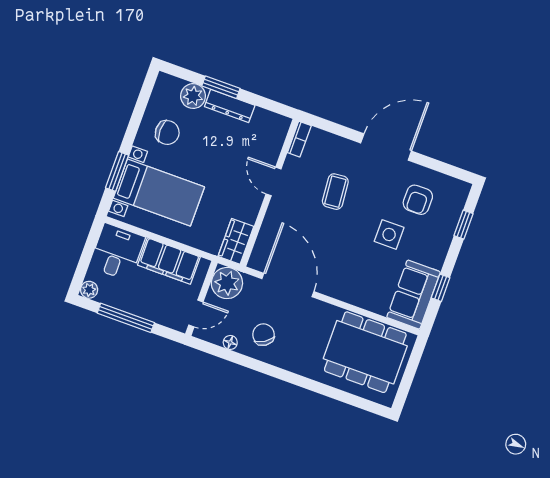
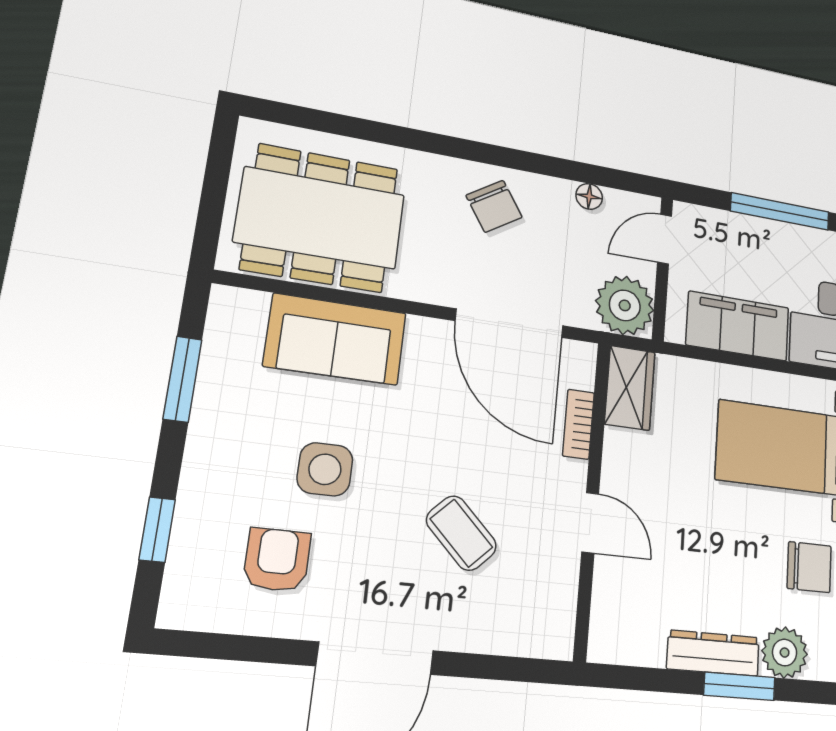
chair: (167, 133) -> (809, 567), turned 180
bookcase: (299, 139) -> (578, 424), moved
coffee table: (335, 192) -> (461, 533), turned -40
window: (441, 288) -> (183, 379), width x1.50
sofa: (414, 295) -> (336, 339), moved, turned 90
chair: (263, 335) -> (494, 206), moved

